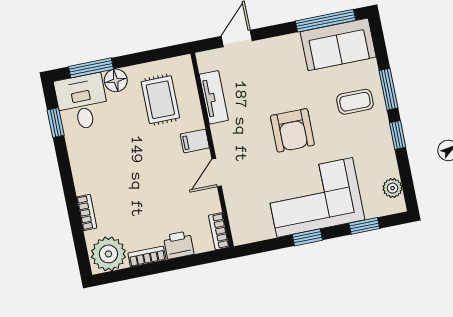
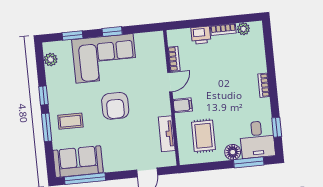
armchair: (292, 130) -> (115, 106), turned 180
bookcase: (87, 212) -> (264, 85), moved
bookcase: (219, 231) -> (174, 59), moved
plant: (108, 254) -> (243, 29), width x0.53, depth x0.53

